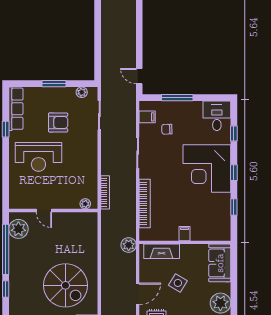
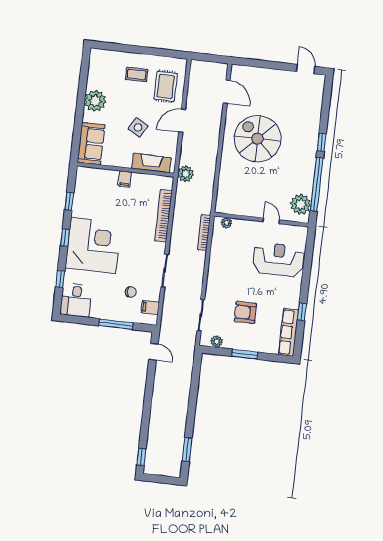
reception desk: (38, 157) -> (278, 260), moved

